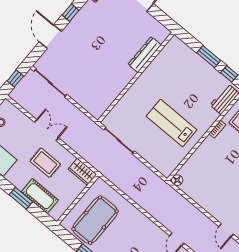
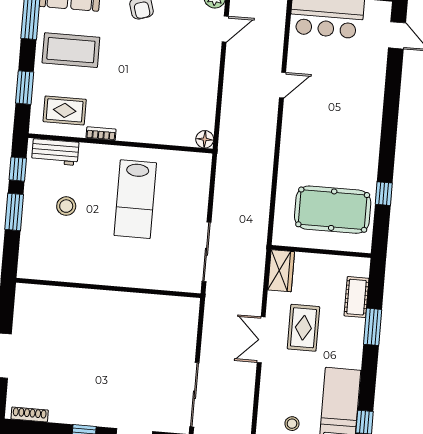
dresser: (145, 55) -> (71, 298), removed
stool: (193, 85) -> (66, 206), added
double door: (46, 130) -> (261, 340), moved
cot: (40, 196) -> (356, 297), width x0.73, depth x0.75

